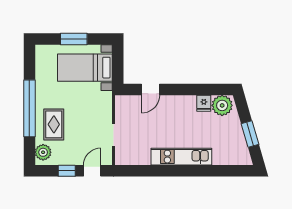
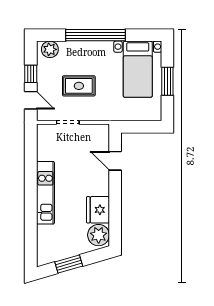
bed with nightstands: (85, 68) -> (138, 69), moved, turned 180
fridge: (204, 103) -> (98, 210), width x1.88, depth x1.34
rug: (54, 124) -> (79, 86), moved

